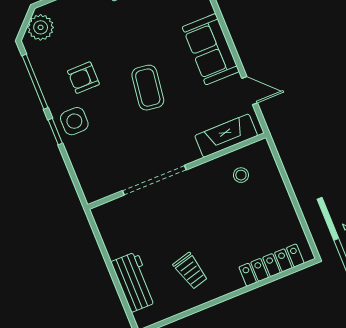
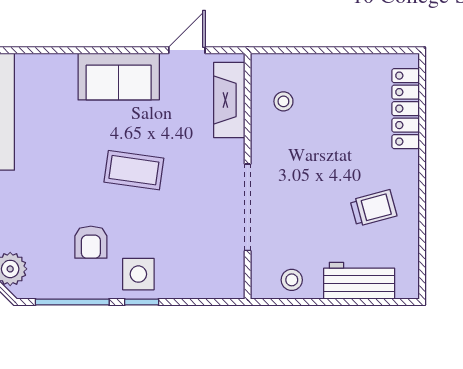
stool: (115, 233) -> (292, 280), added

